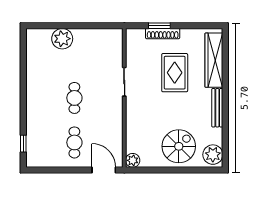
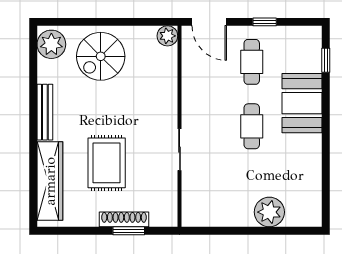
booth: (40, 114) -> (302, 103), added
window: (65, 170) -> (265, 22), added

